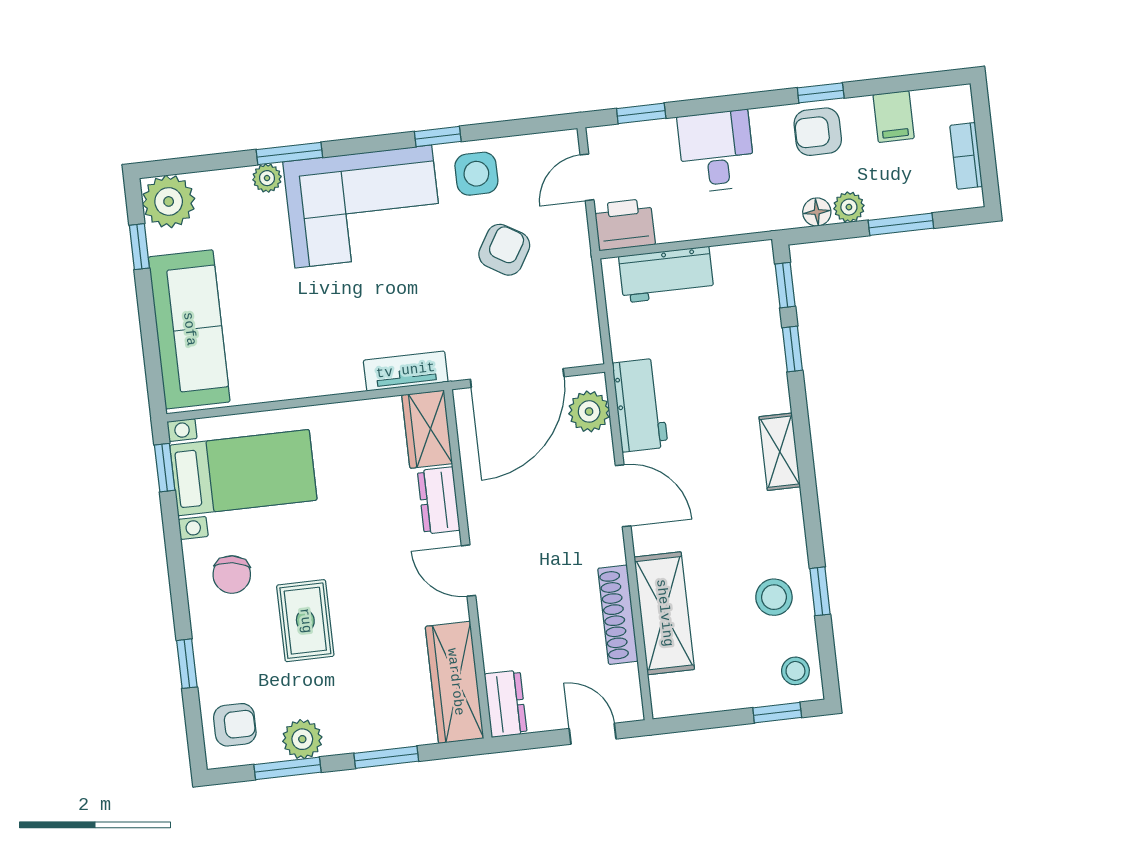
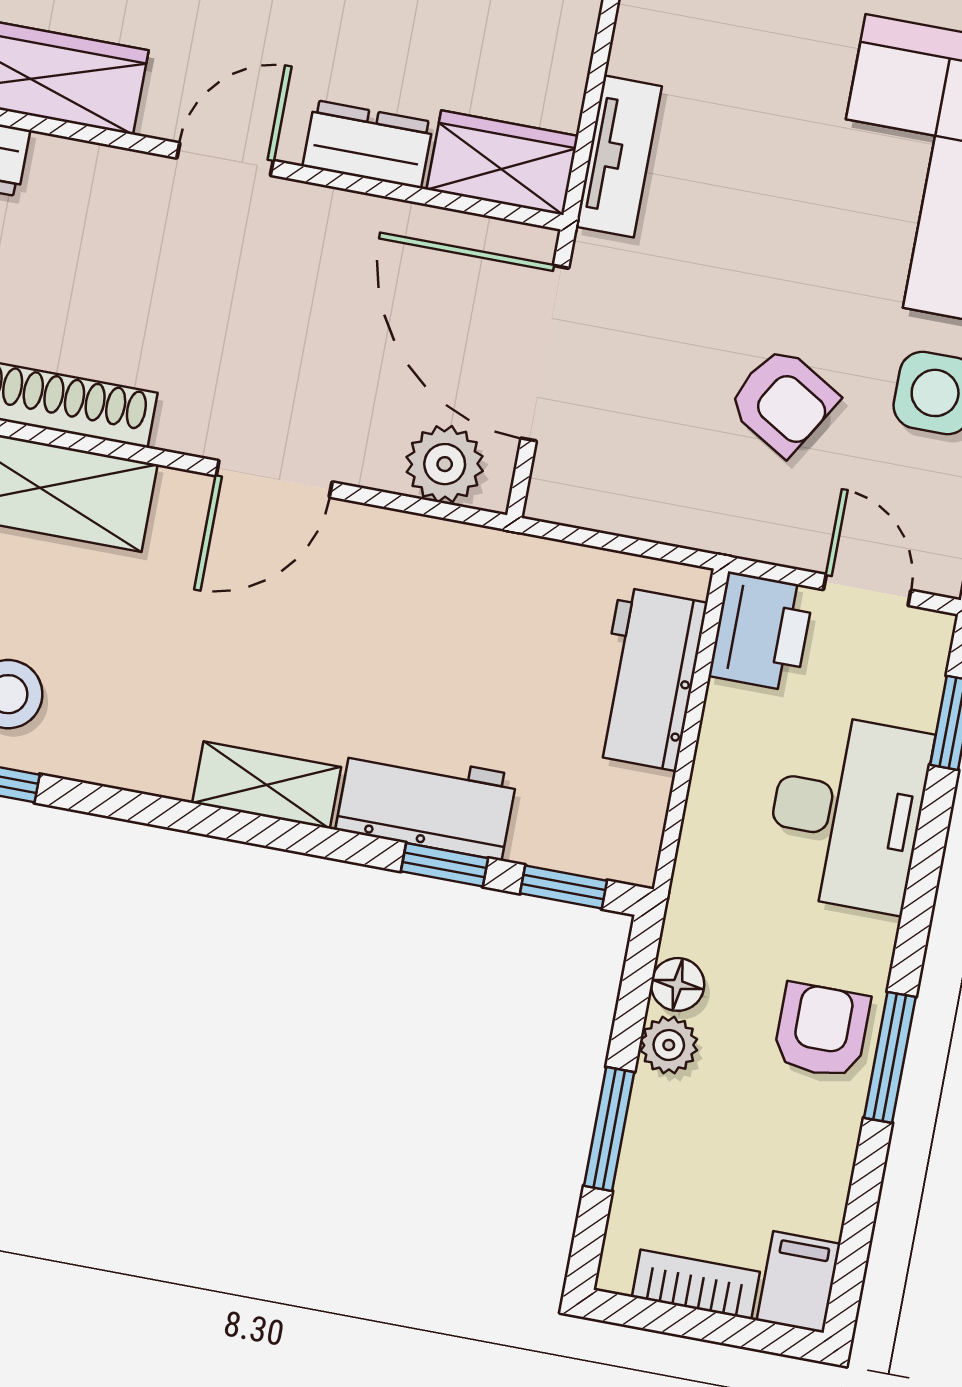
window: (821, 93) -> (890, 1057), width x1.50
filing cabinet: (894, 117) -> (799, 1282), moved, turned 90
desk: (716, 151) -> (847, 812), width x1.37
workbench: (640, 405) -> (426, 802), moved, turned 180

